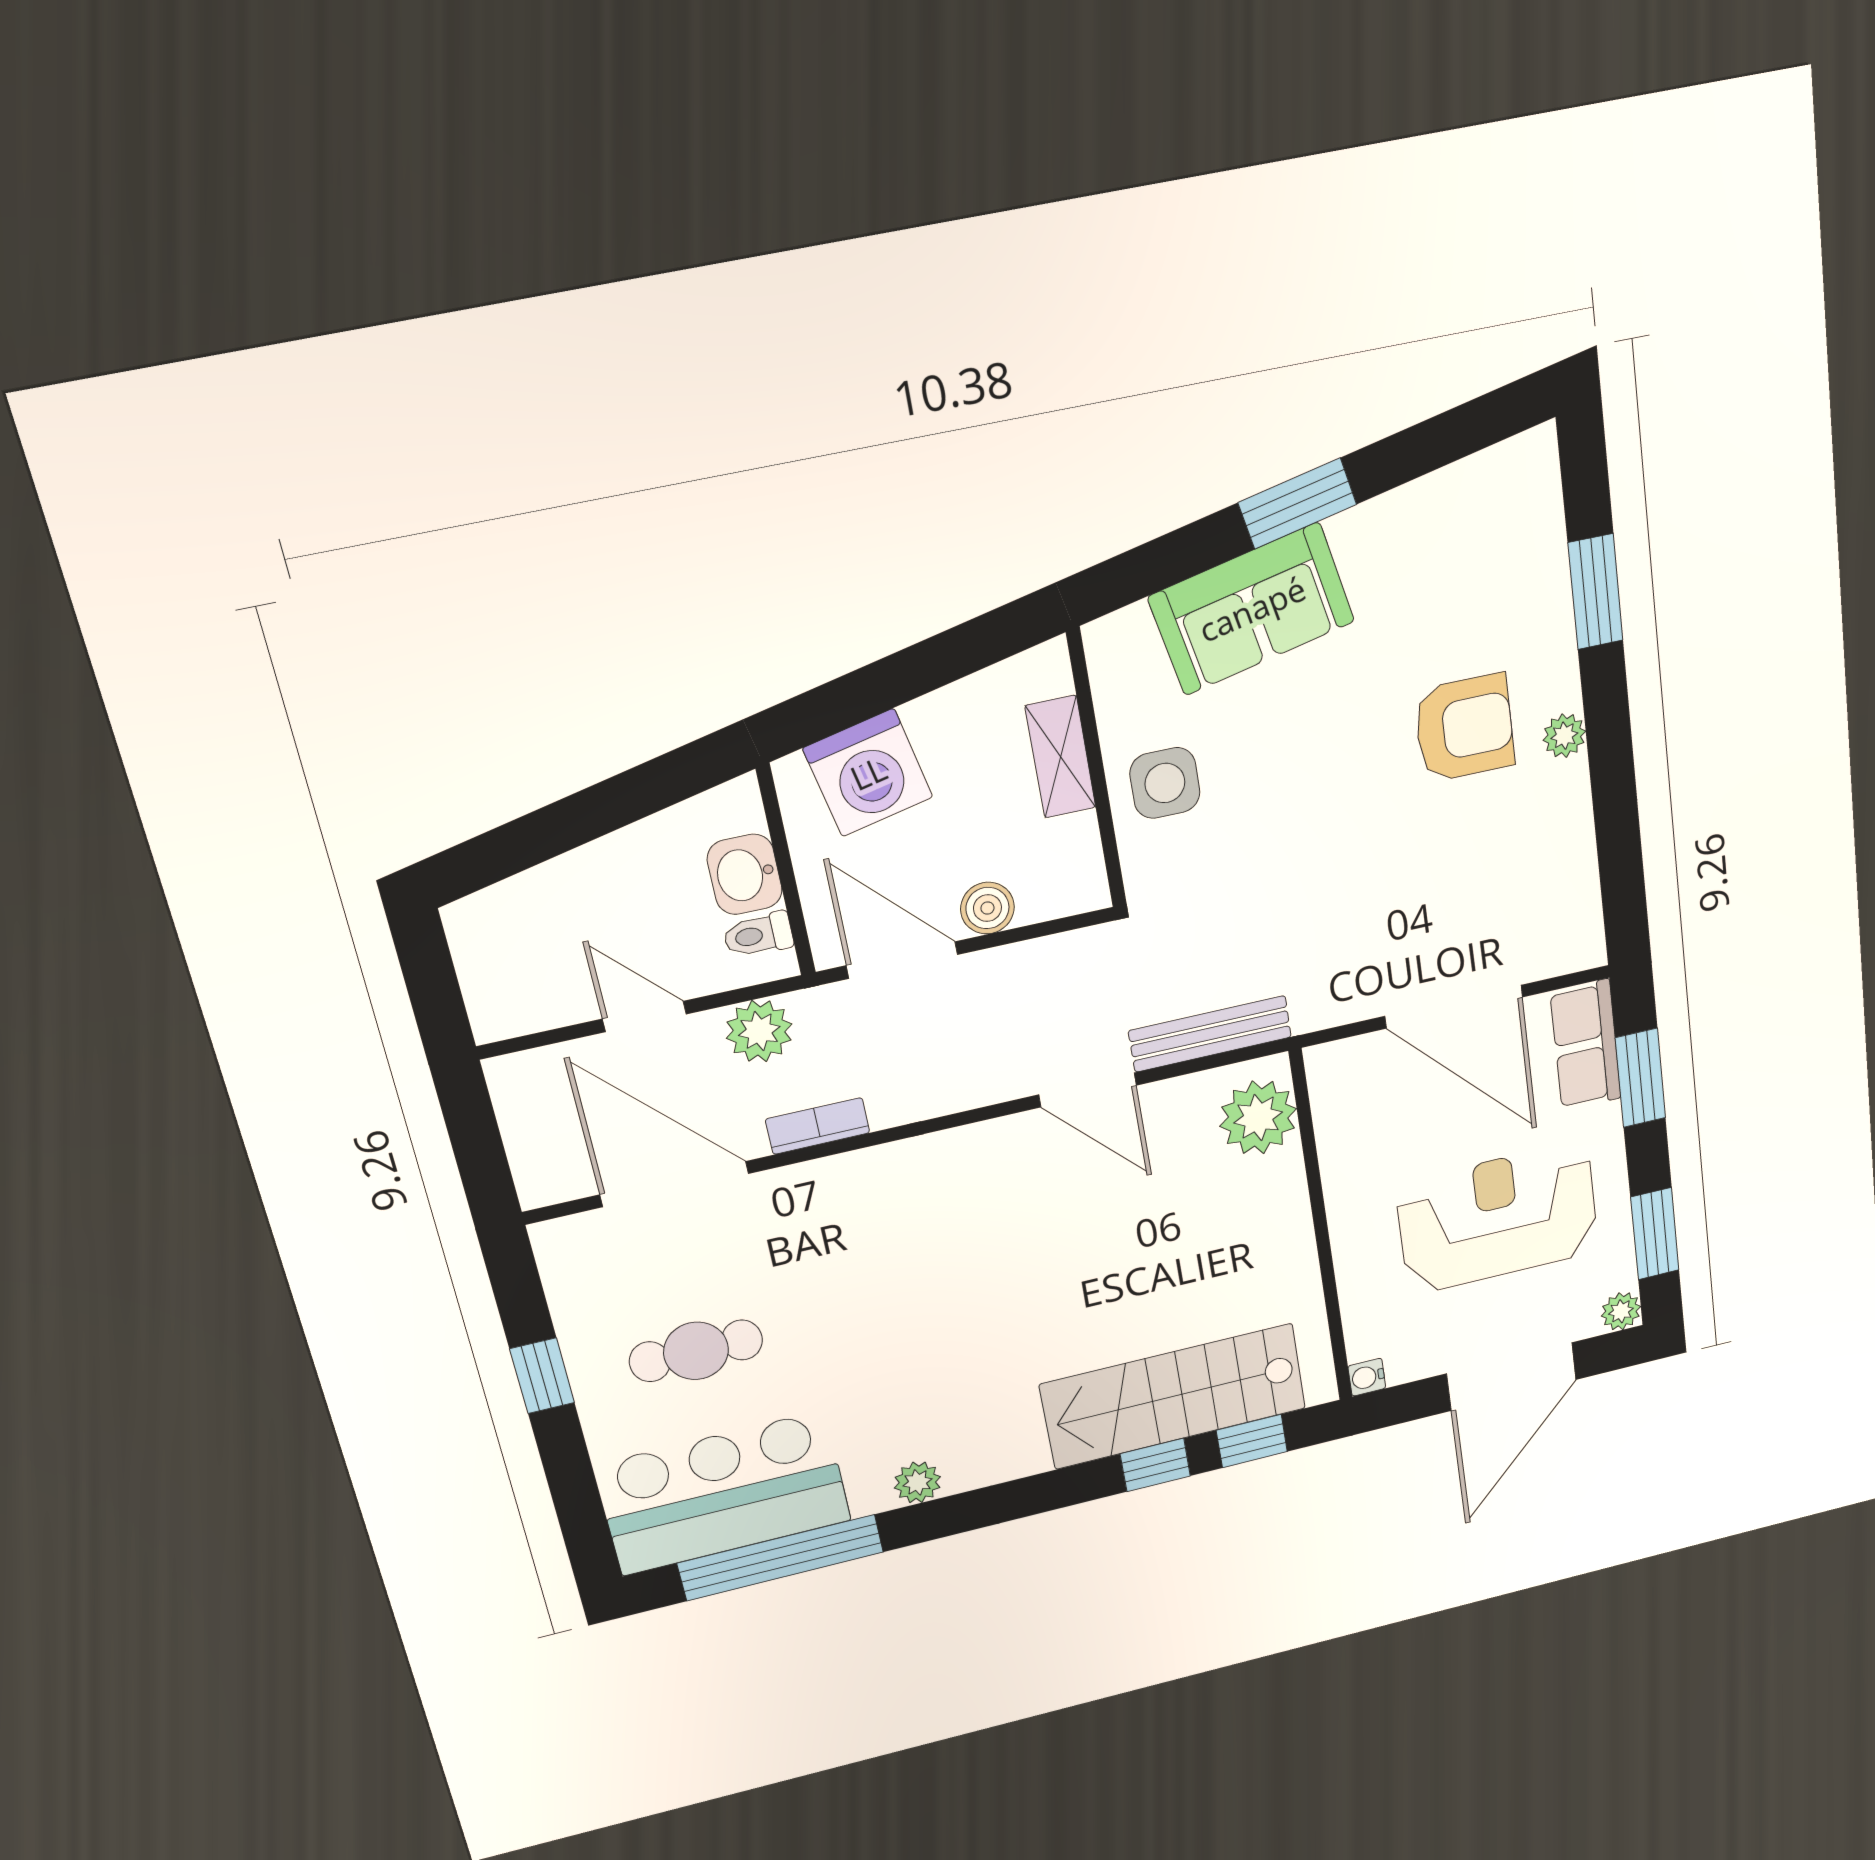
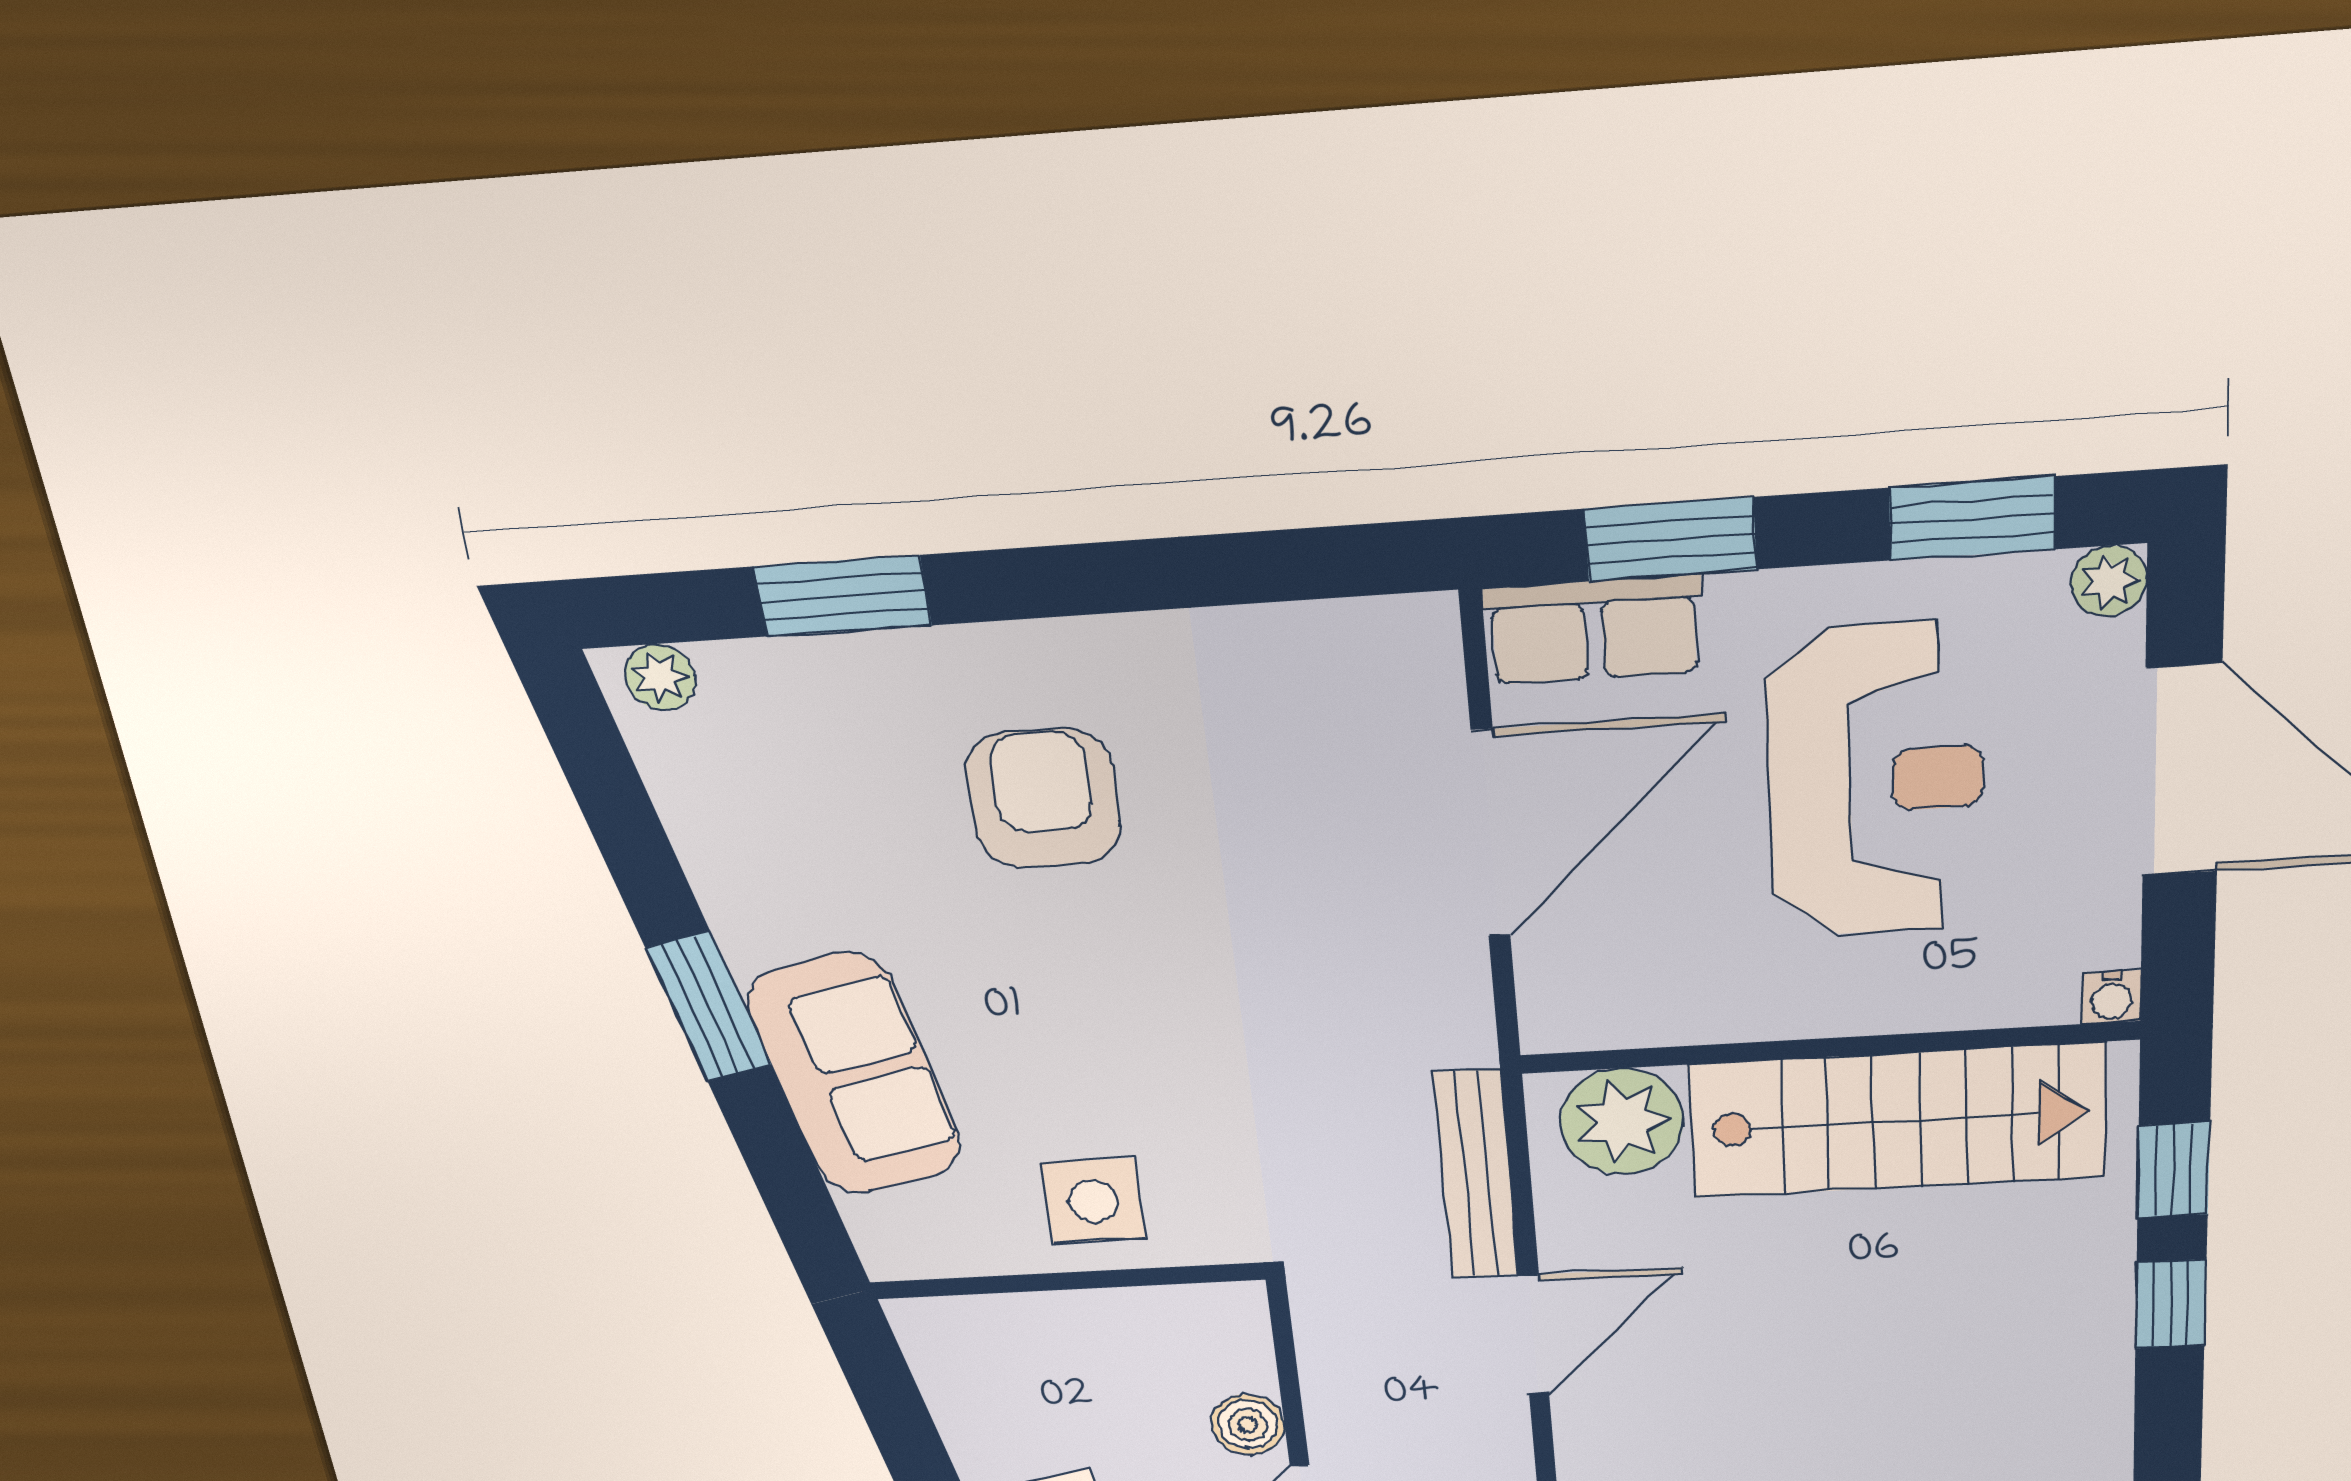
plant: (1564, 736) -> (660, 677), moved
shelving: (1060, 757) -> (1046, 1321), removed
reception desk: (1498, 1218) -> (1876, 781), turned 180
stairs: (1174, 1396) -> (1897, 1121), moved, turned -90

